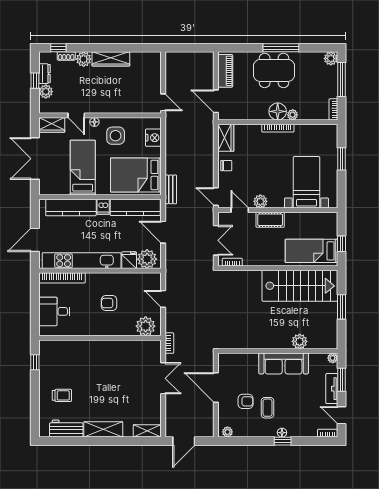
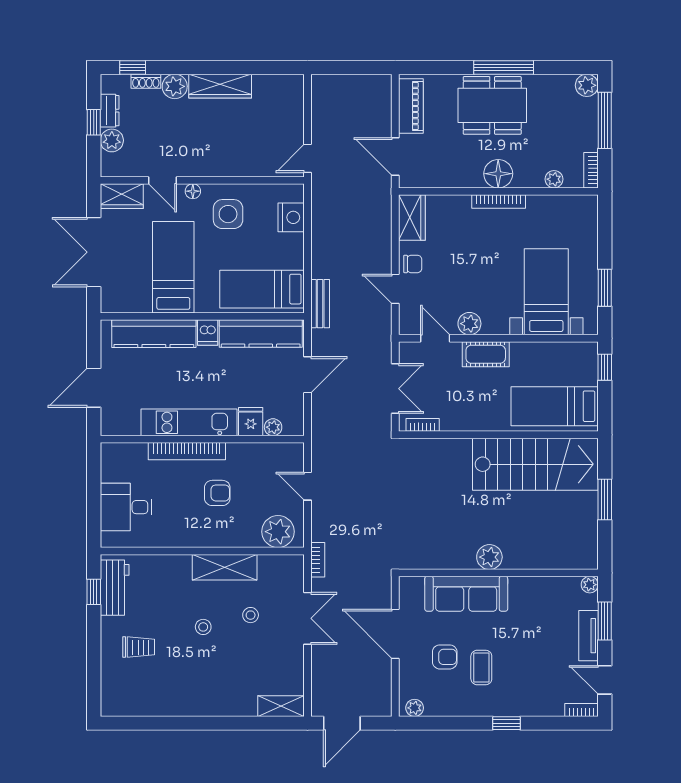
door: (163, 102) -> (308, 158), swing flipped
plant: (293, 115) -> (554, 179), moved
window: (341, 159) -> (605, 288), moved
bed: (136, 175) -> (262, 289), width x0.67
door: (216, 197) -> (395, 289), moved
door: (163, 232) -> (308, 375), swing flipped
window: (341, 244) -> (605, 367), moved
plant: (147, 259) -> (273, 427), width x0.53, depth x0.53
kitchen unit: (82, 261) -> (189, 422), width x0.73
bookcase: (62, 278) -> (187, 451), moved
armchair: (109, 303) -> (217, 493), turned 180
plant: (300, 341) -> (489, 557), moved
sofa: (284, 363) -> (466, 594), moved
stool: (129, 376) -> (251, 615), added
stool: (101, 383) -> (203, 627), added
workbench: (66, 429) -> (115, 588), moved, turned 90
shelving: (103, 429) -> (225, 567), moved
floor lamp: (282, 433) -> (505, 709), removed

